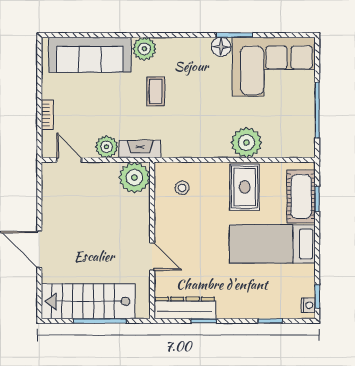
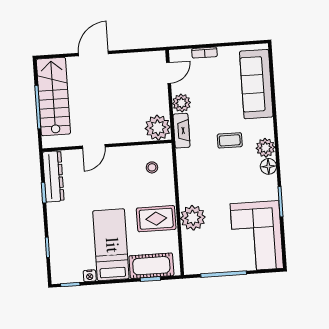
floor lamp: (221, 47) -> (268, 166), moved
plant: (144, 49) -> (265, 148), moved
nightstand: (308, 305) -> (90, 276), moved

